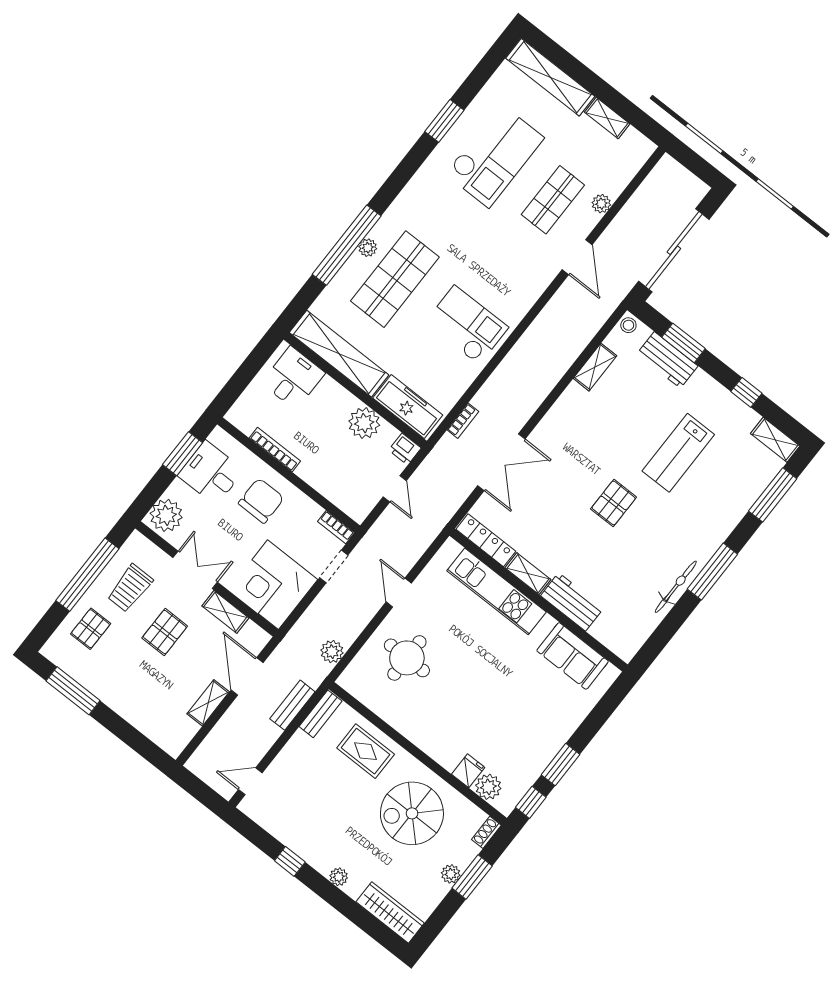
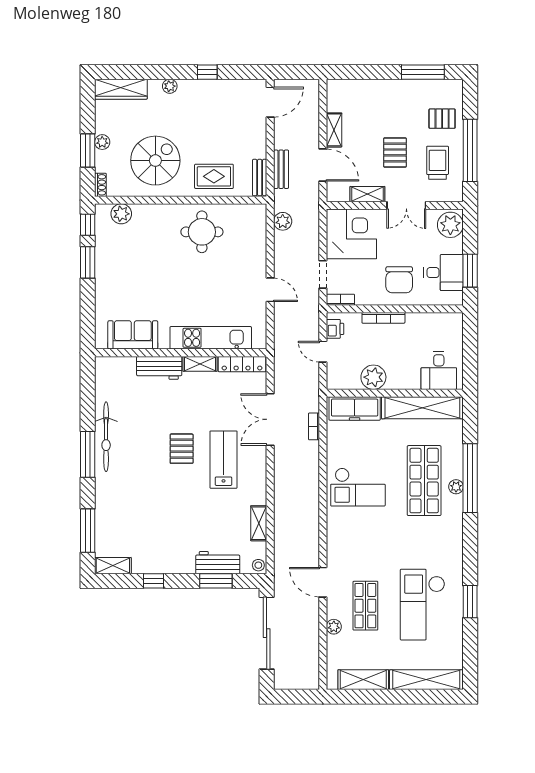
shelving: (607, 118) -> (363, 680), width x1.50, depth x1.33
bookcase: (275, 449) -> (383, 318), moved
printer: (405, 449) -> (335, 329), moved, turned 90
lab bench: (678, 453) -> (224, 460), moved
bicycle: (676, 587) -> (106, 437), width x1.37, depth x1.40
pallet: (91, 629) -> (442, 119), turned 90
round table: (407, 658) -> (202, 232), moved
fridge: (468, 771) -> (141, 214), removed
door: (250, 781) -> (270, 102), width x1.38

